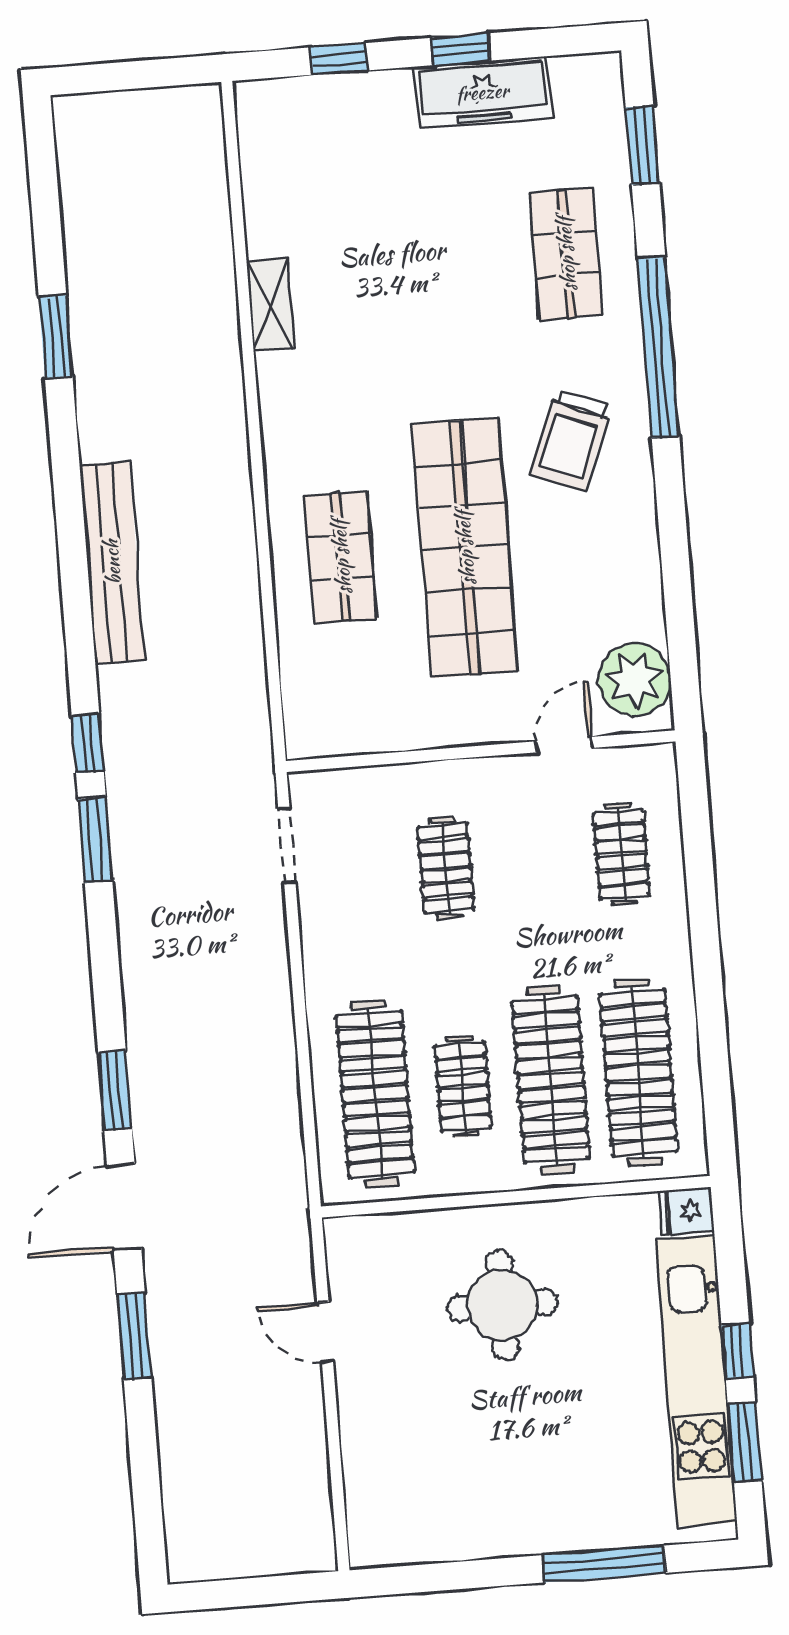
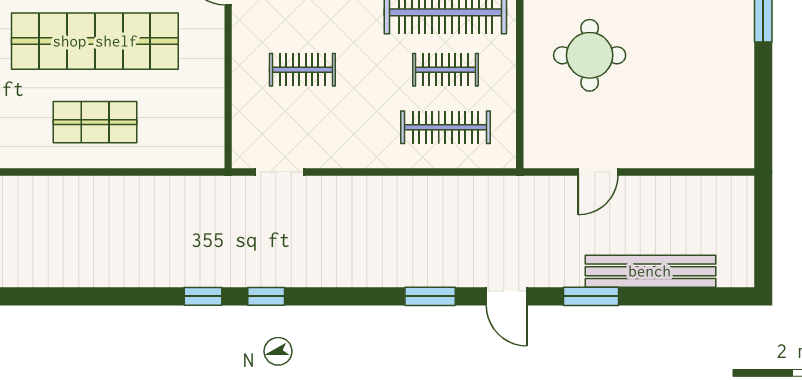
bench: (112, 562) -> (650, 271), moved
window: (95, 840) -> (266, 296), width x0.67
clothes rail: (375, 1094) -> (445, 127), width x0.73, depth x0.76
door: (124, 1207) -> (506, 296), width x0.73

